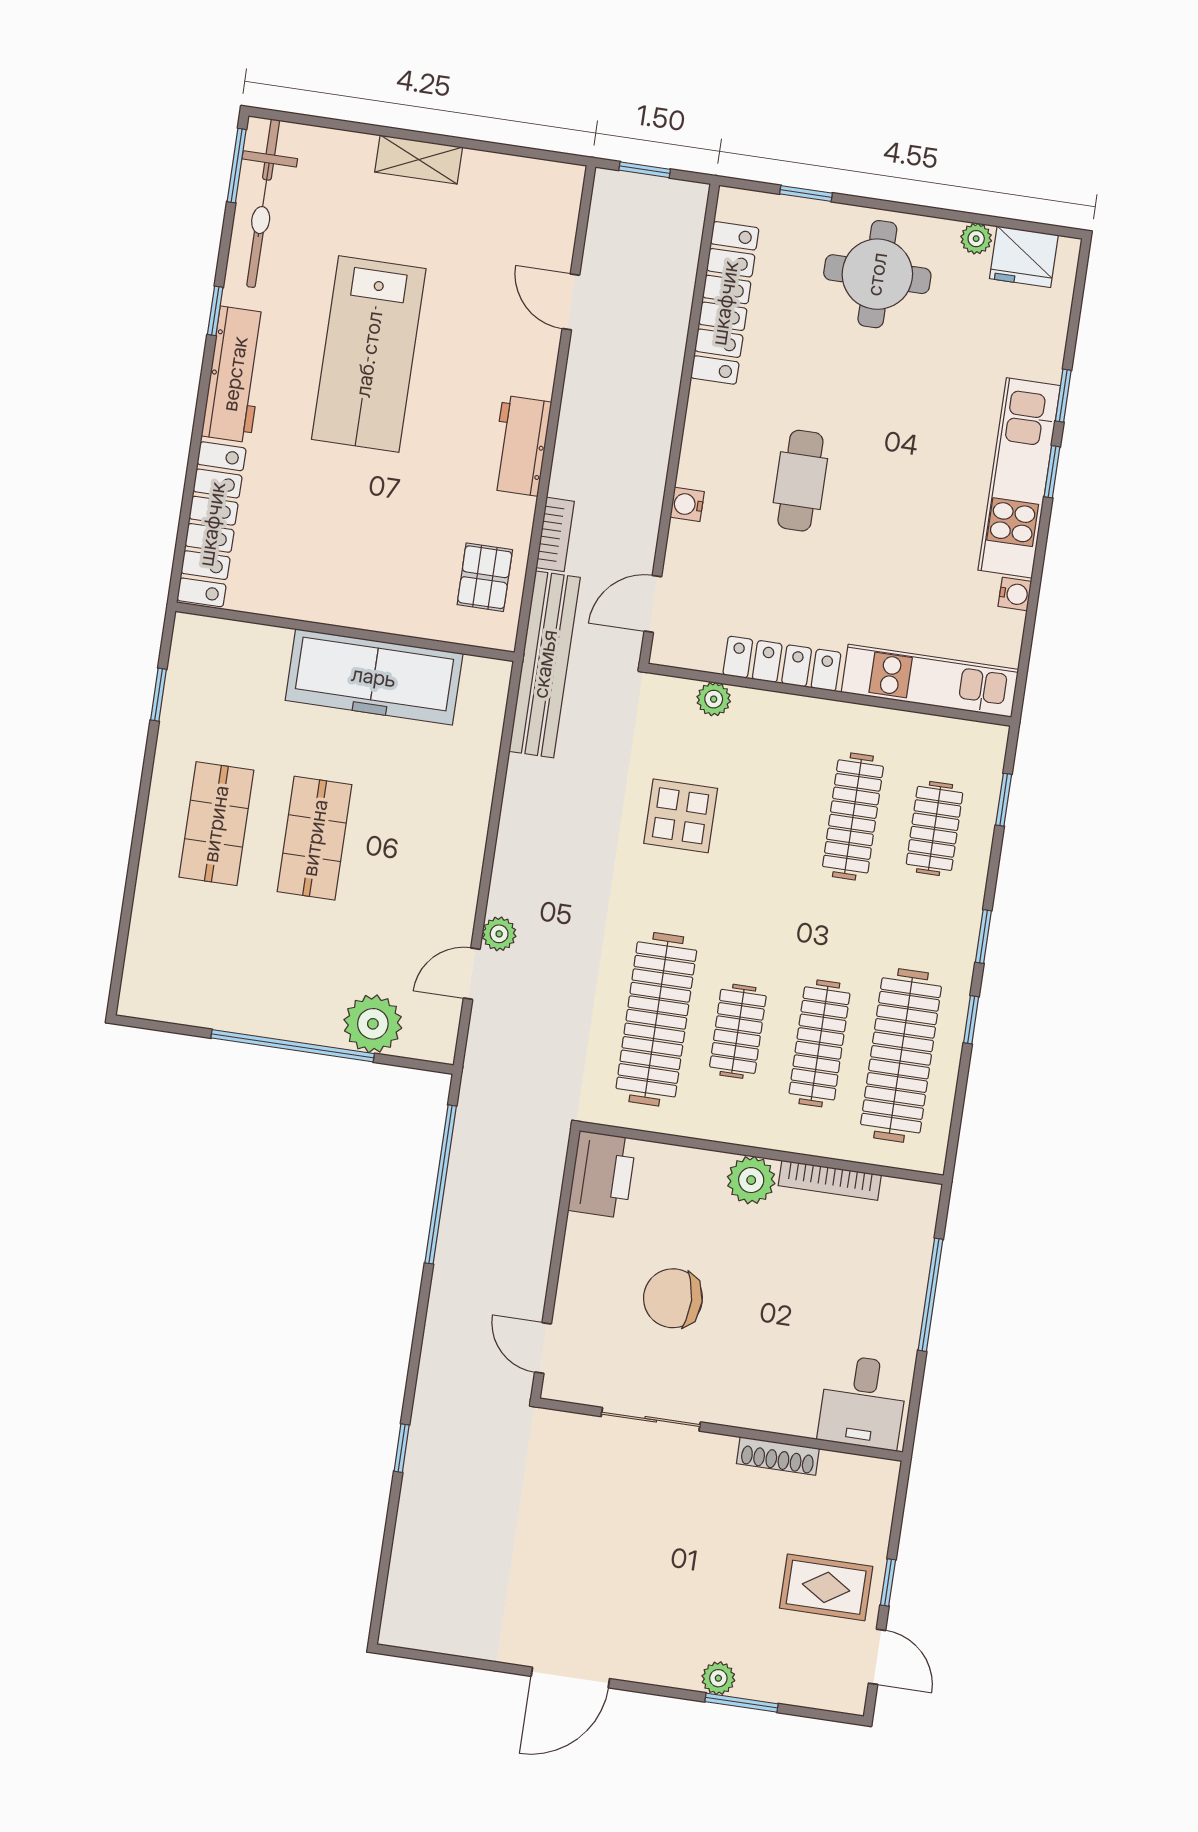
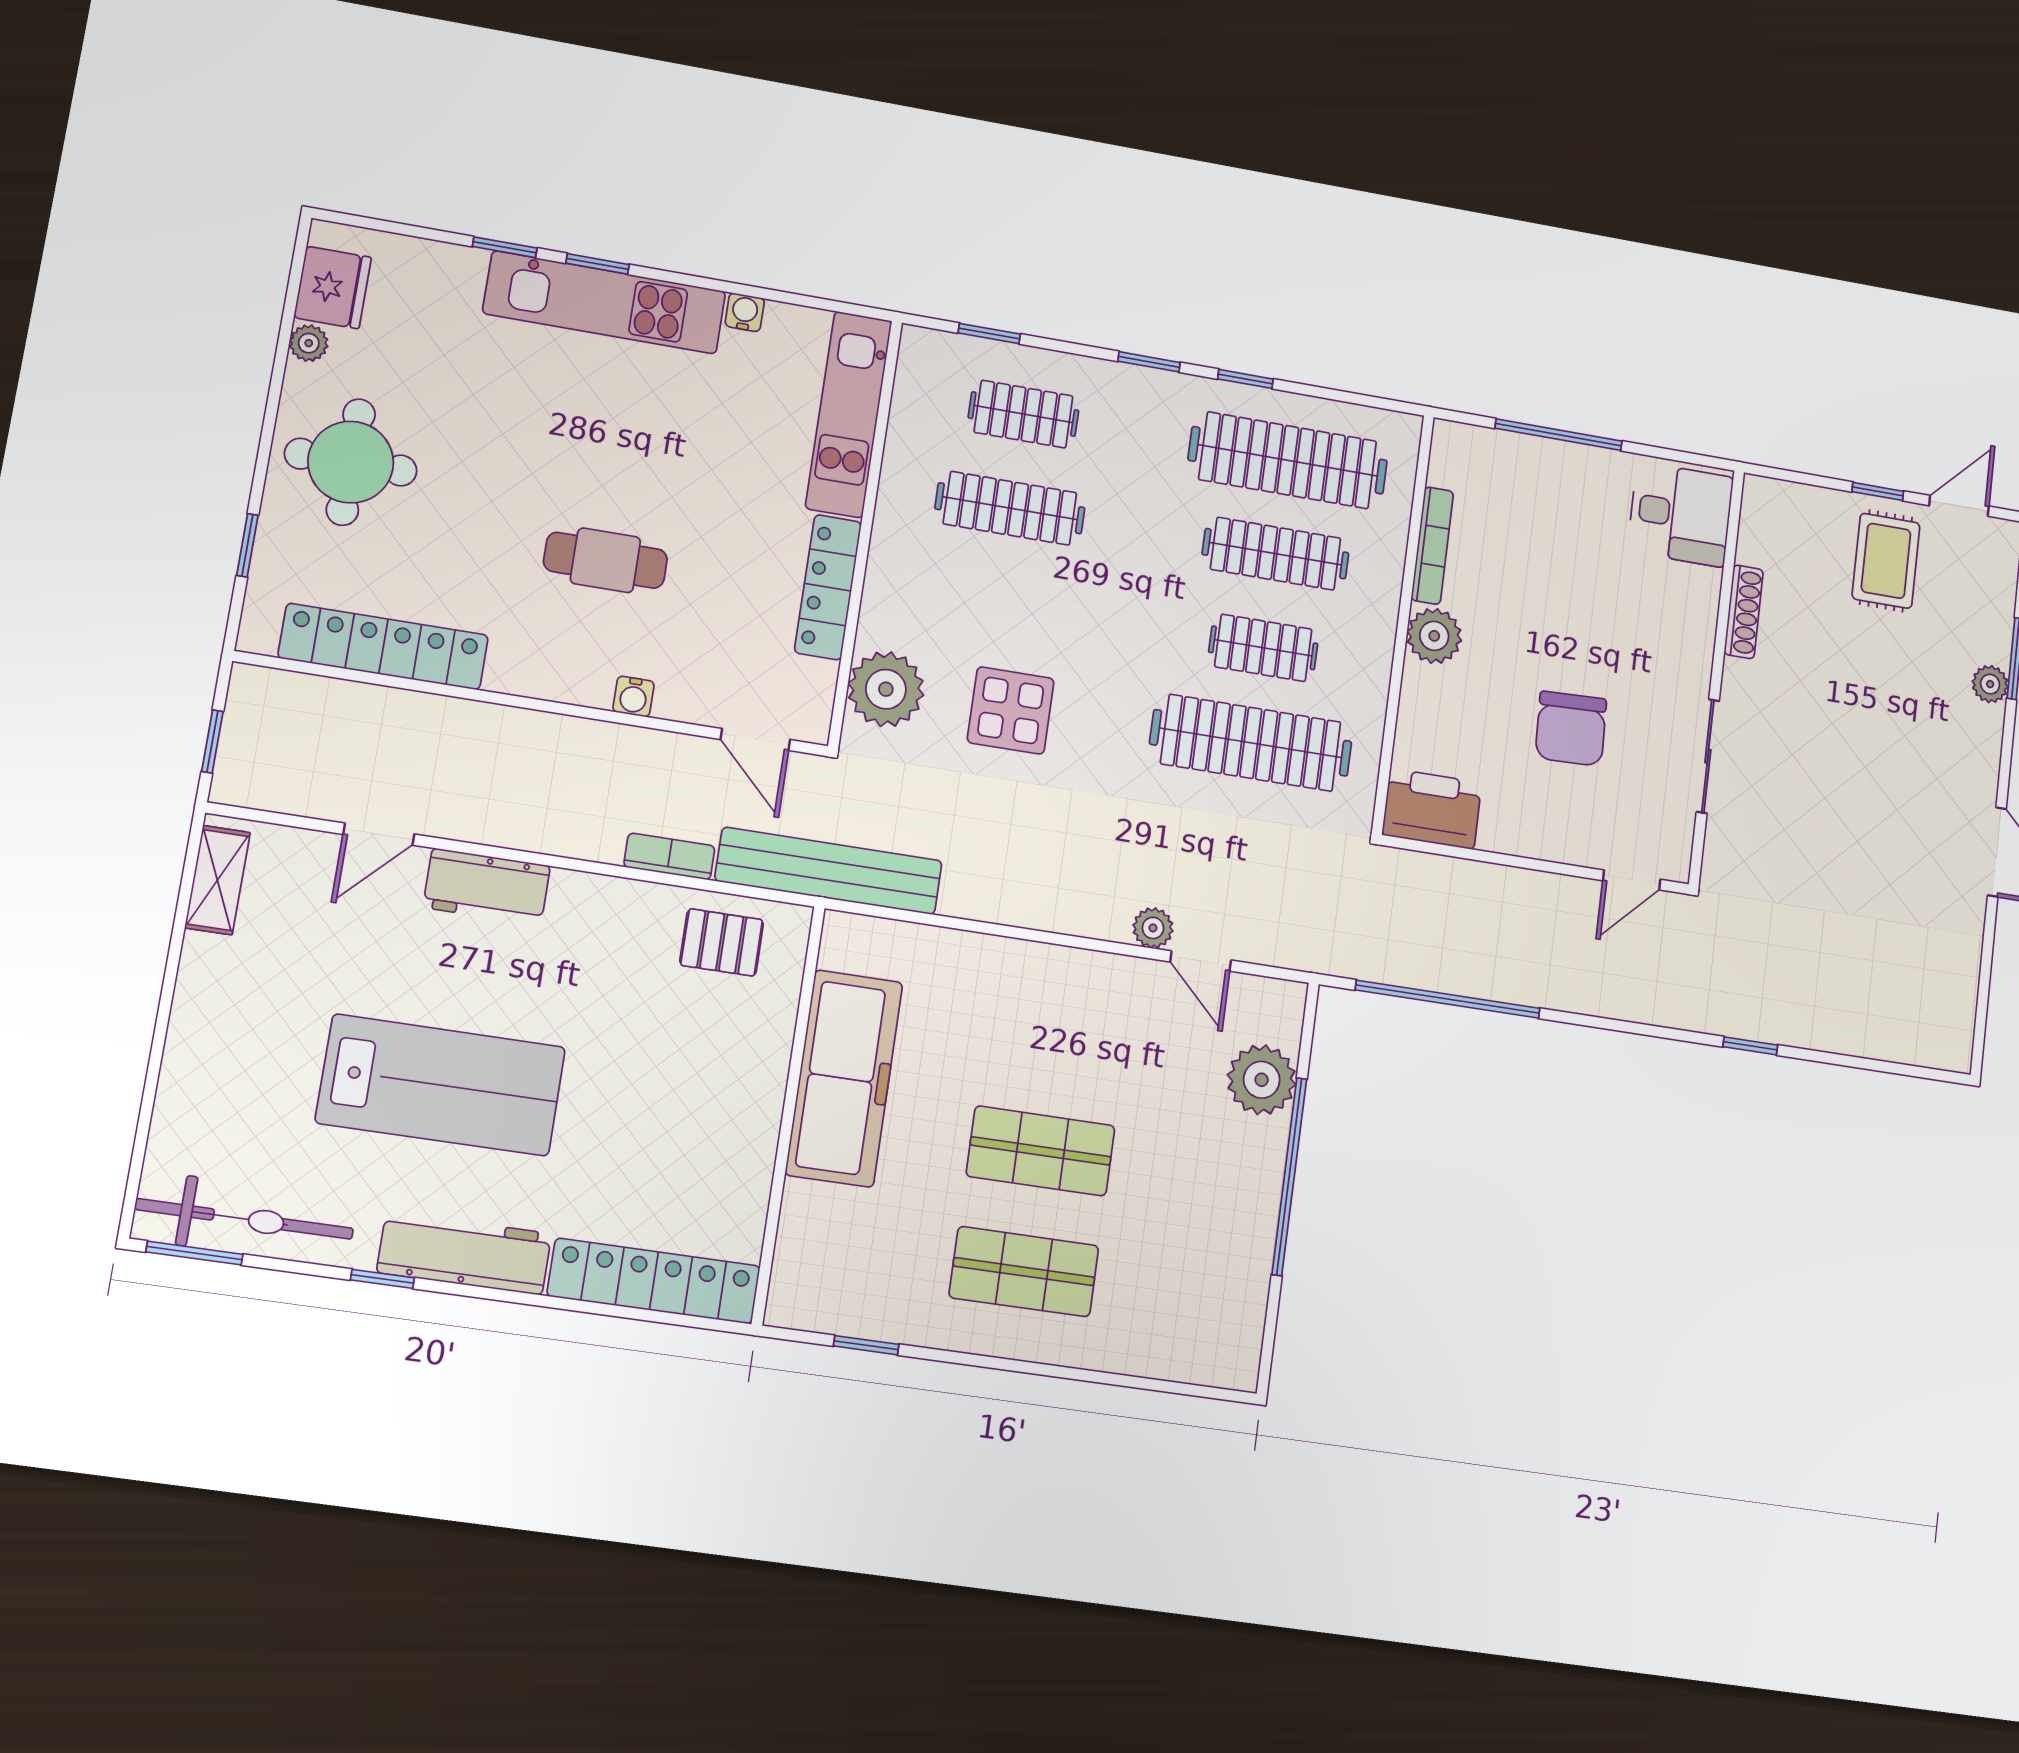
shelving: (419, 160) -> (217, 880), moved
workbench: (521, 446) -> (487, 887), moved
plant: (714, 699) -> (886, 689), width x1.87, depth x1.87

